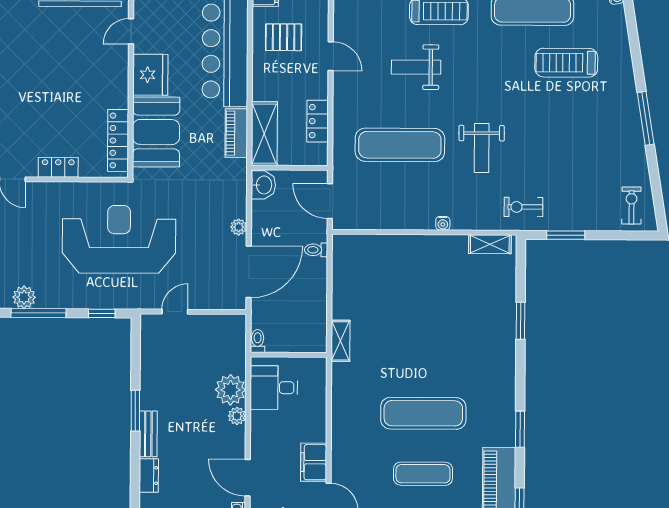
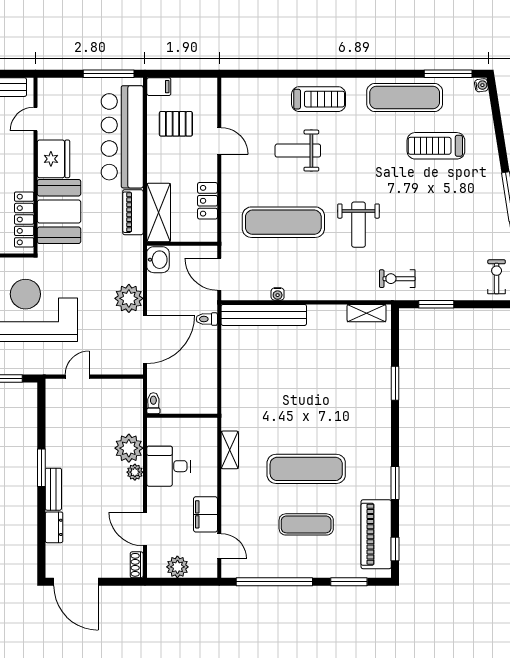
water cooler: (443, 223) -> (278, 294), moved
plant: (239, 227) -> (129, 298), width x1.88, depth x1.88
bench: (378, 246) -> (264, 315), added
shelving: (341, 341) -> (230, 450), moved
desk: (274, 388) -> (169, 466), moved

